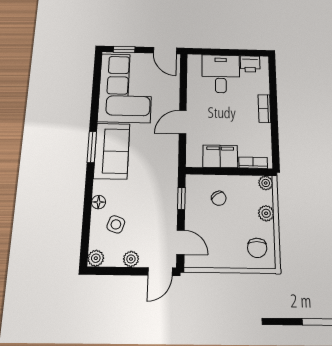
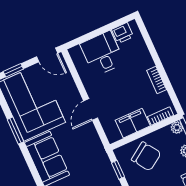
bookcase: (264, 109) -> (157, 80), moved
window: (92, 147) -> (16, 131), moved
chair: (219, 198) -> (146, 156), width x1.87, depth x1.87

